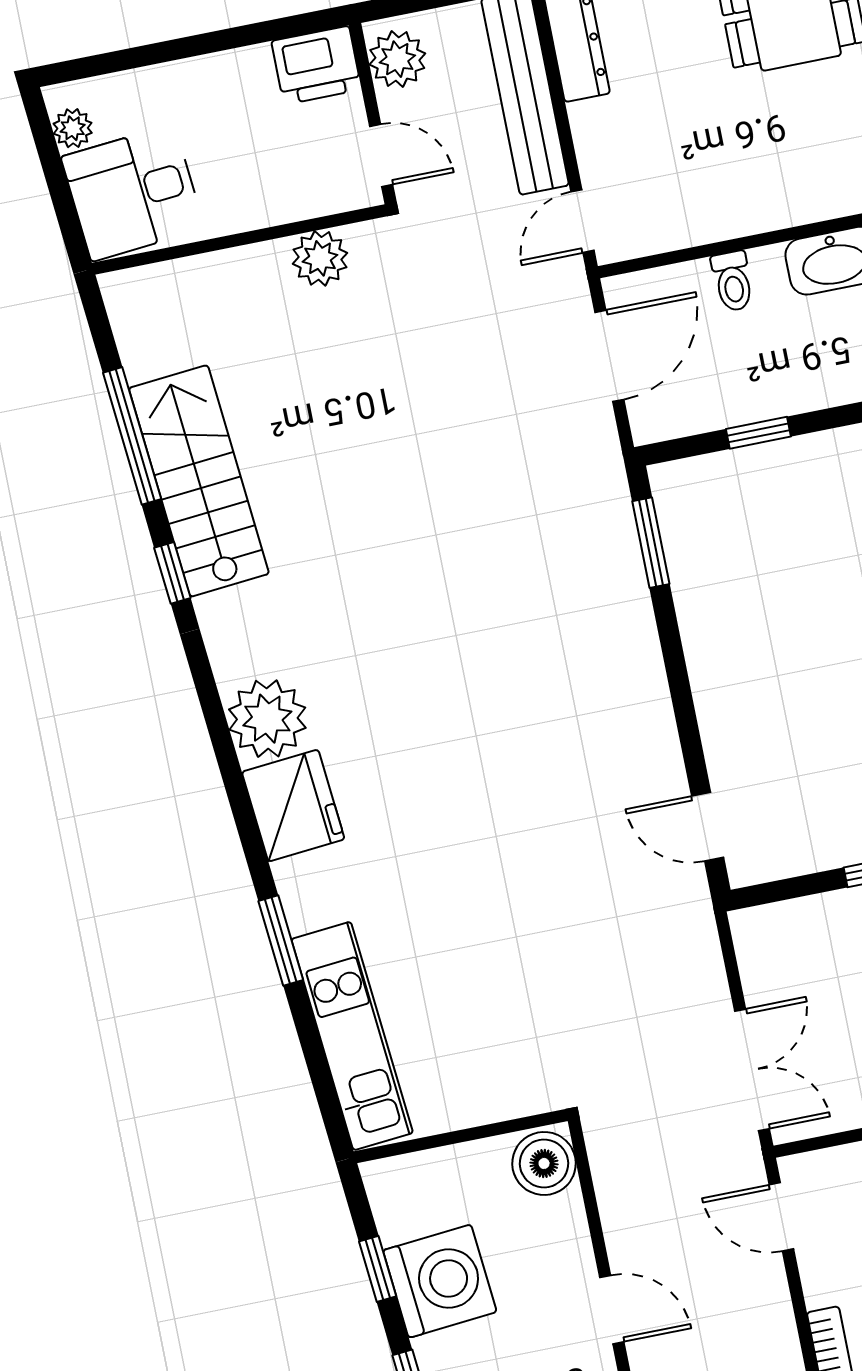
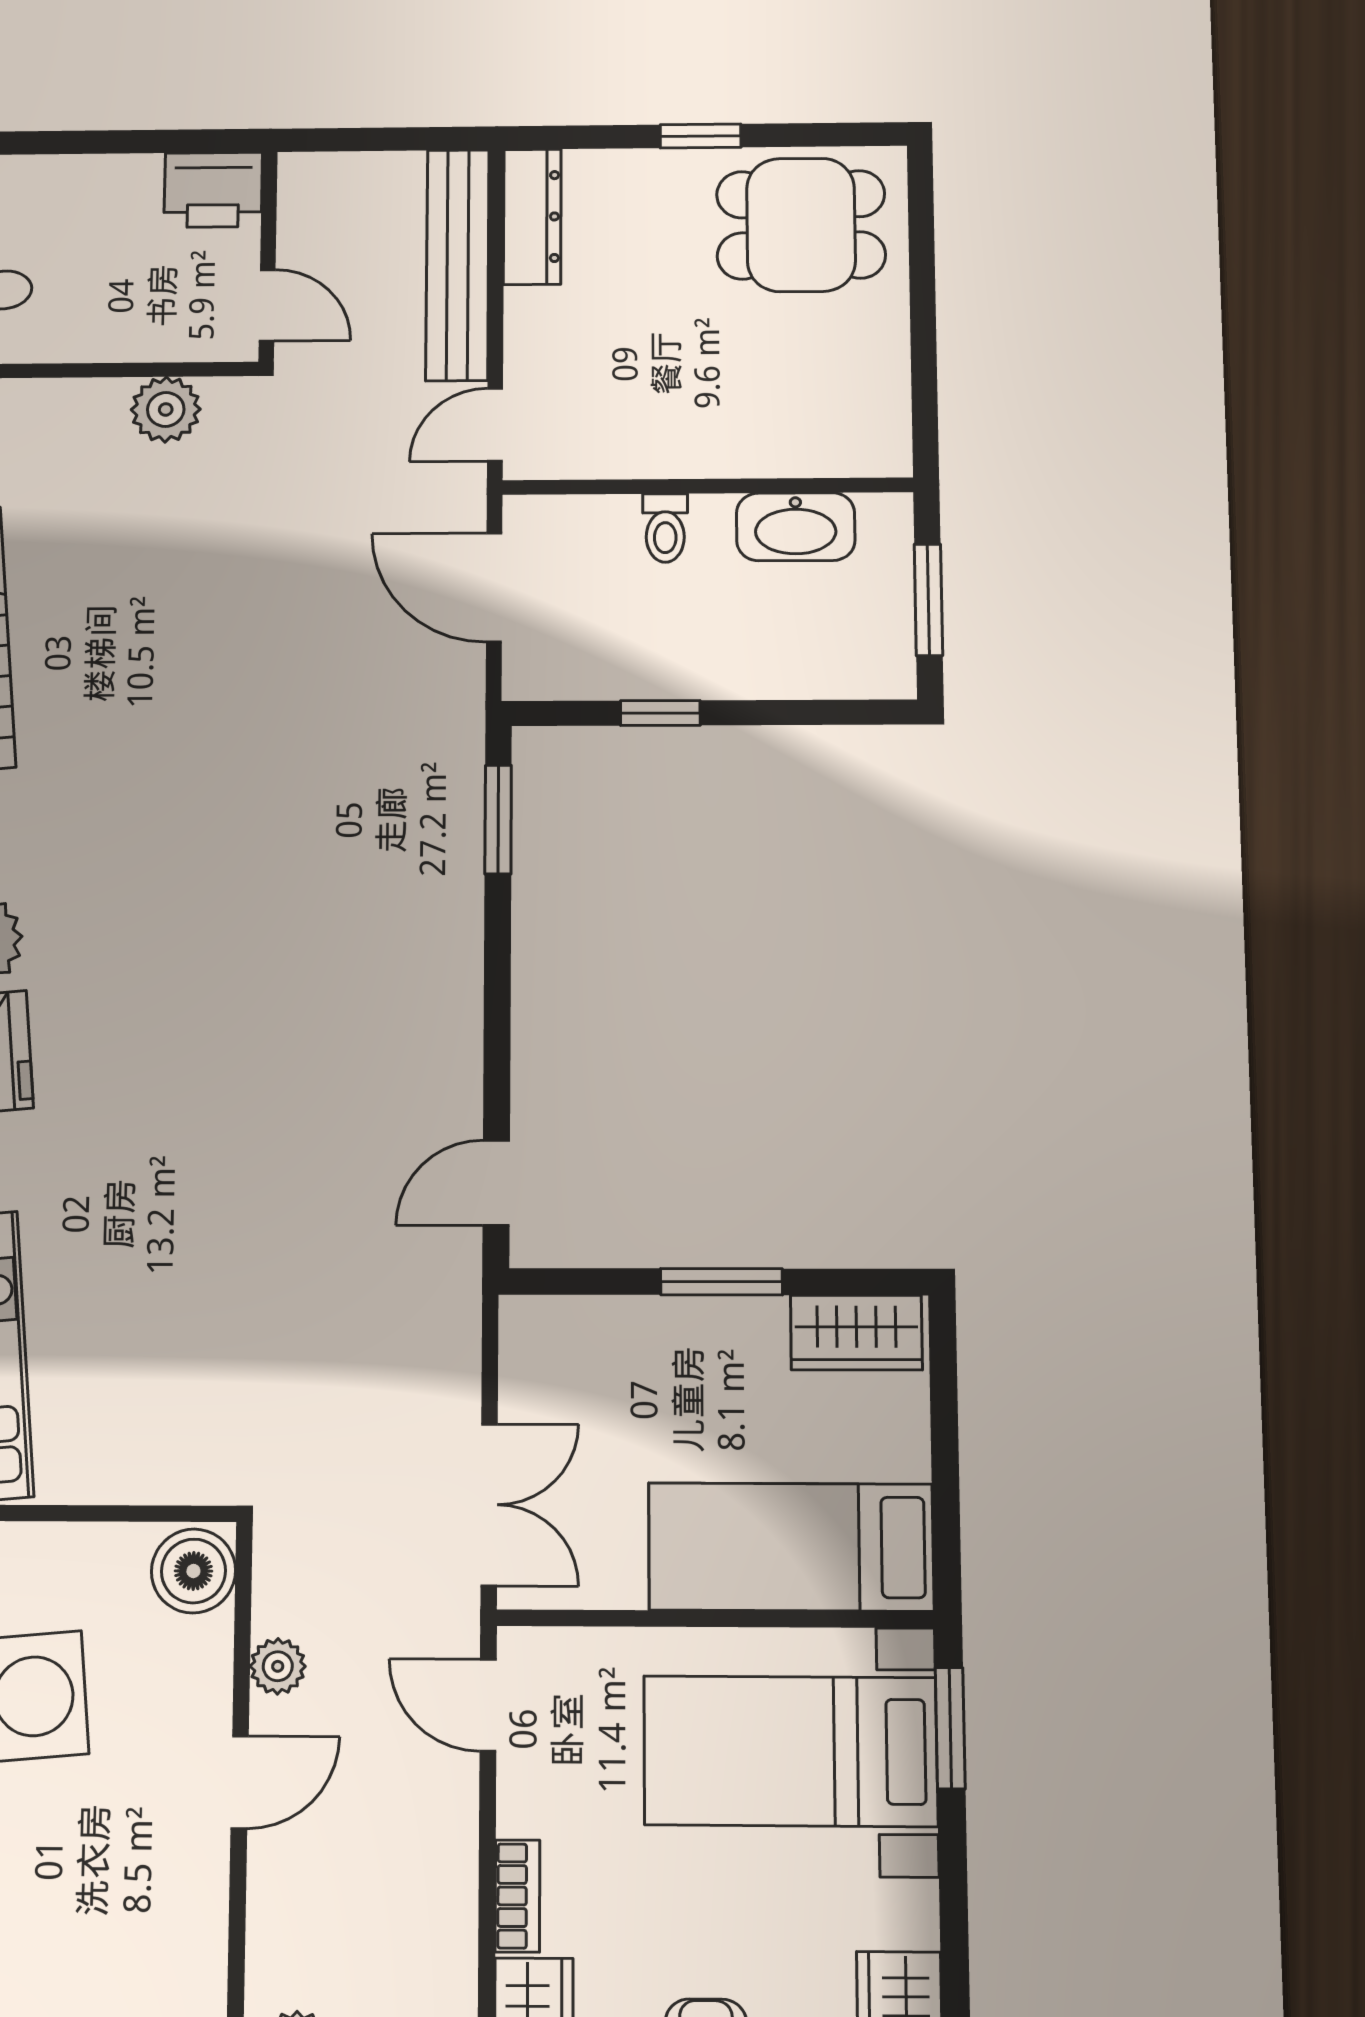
plant: (397, 59) -> (278, 1666), moved, width x0.73, depth x0.73
door: (609, 356) -> (494, 588), swing flipped
door: (708, 827) -> (496, 1183), hinge flipped
door: (612, 1310) -> (240, 1782), hinge flipped

